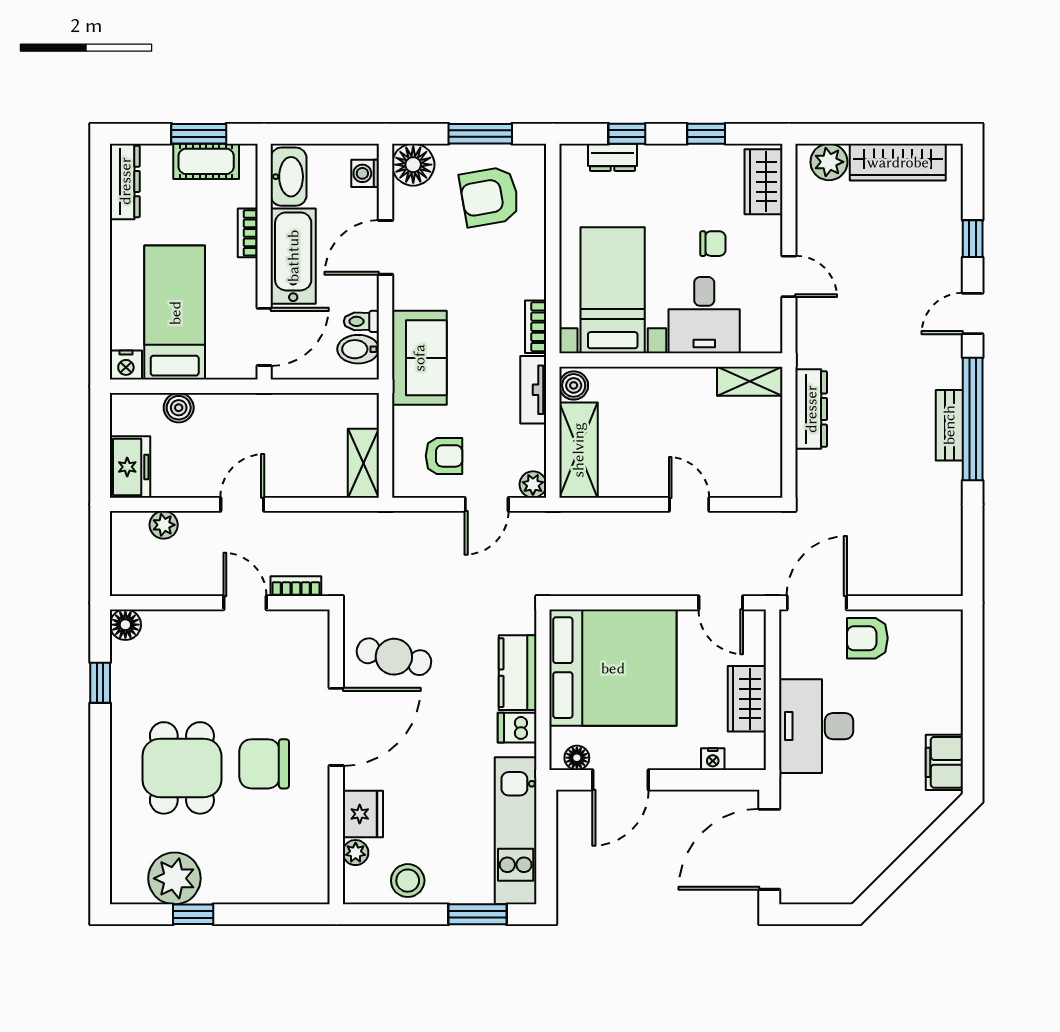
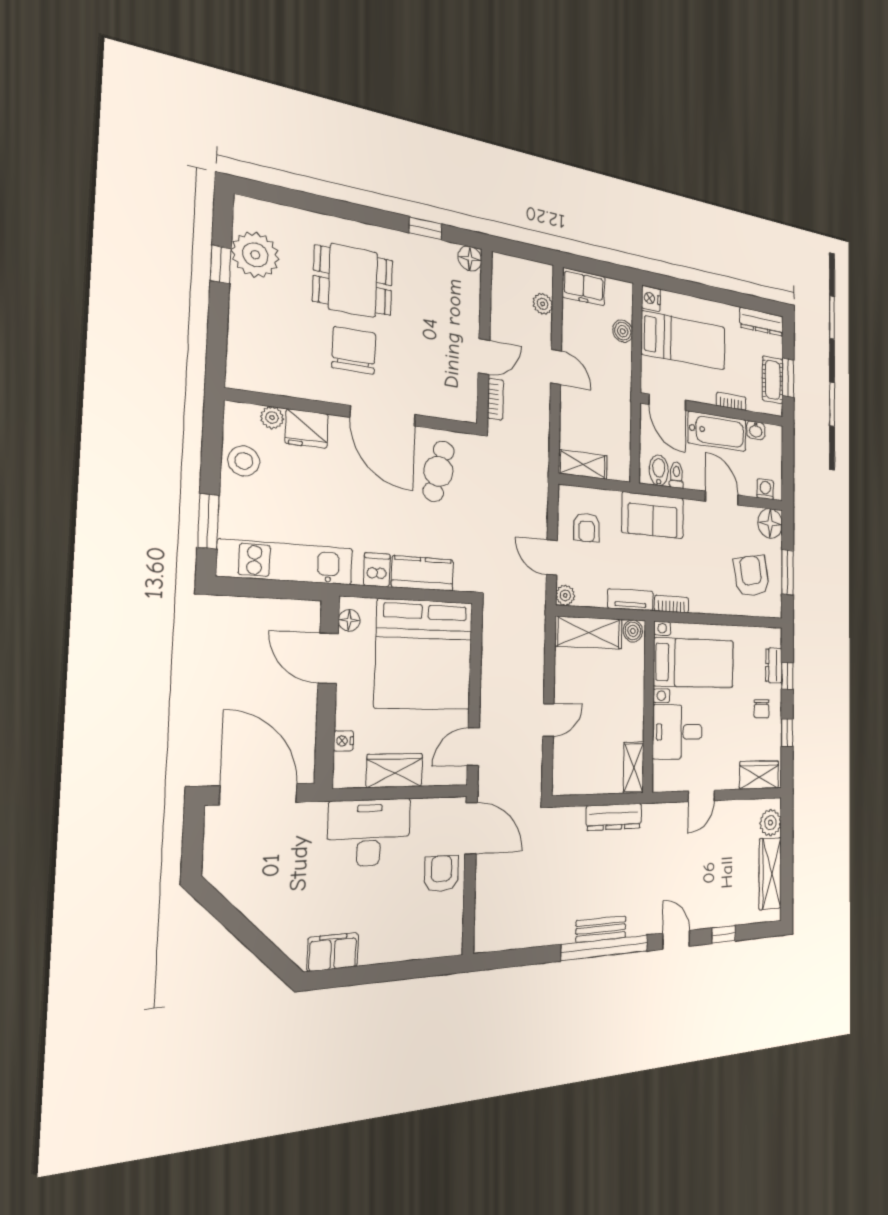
washbasin: (289, 177) -> (756, 430), width x0.52, depth x0.69
chair: (713, 244) -> (761, 709), moved

